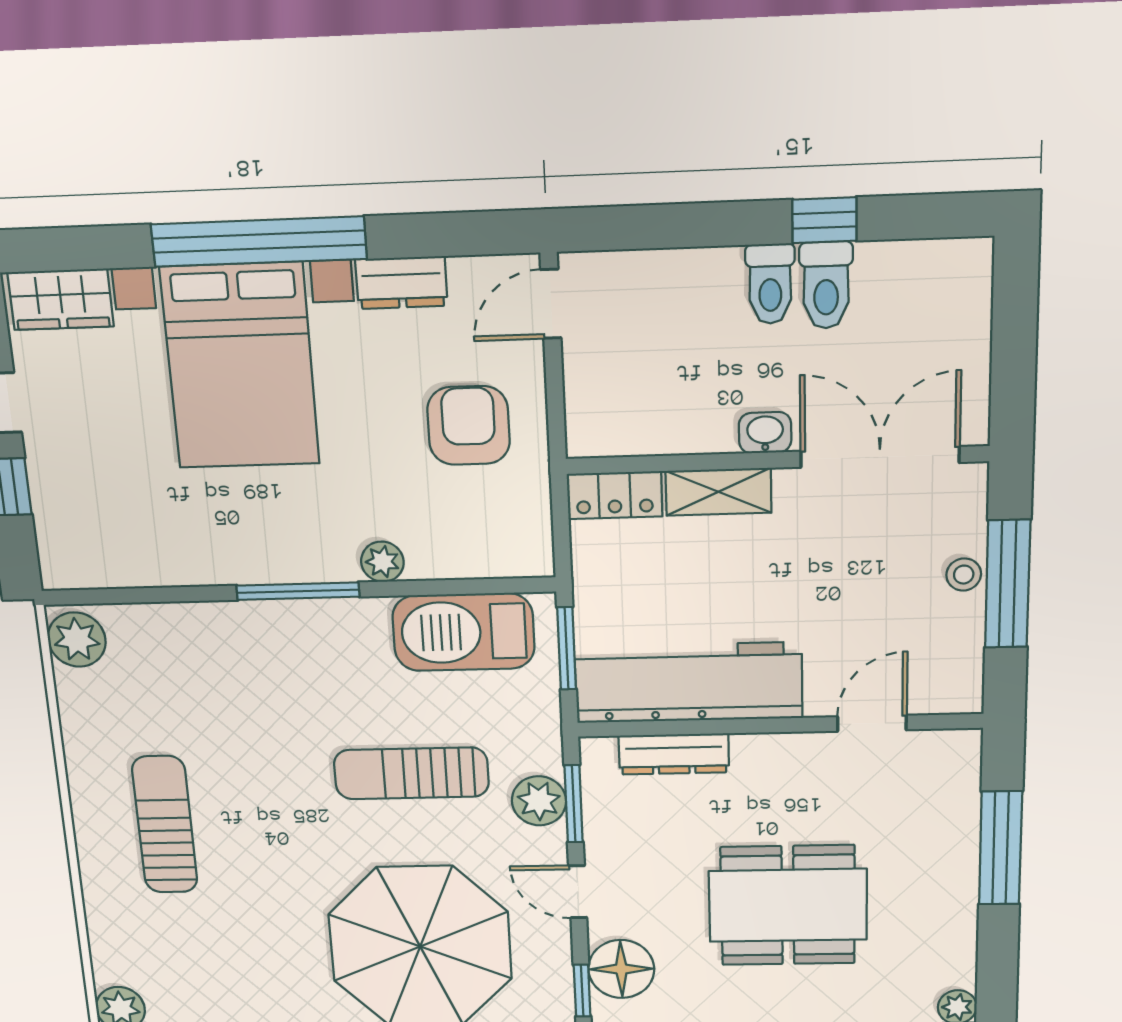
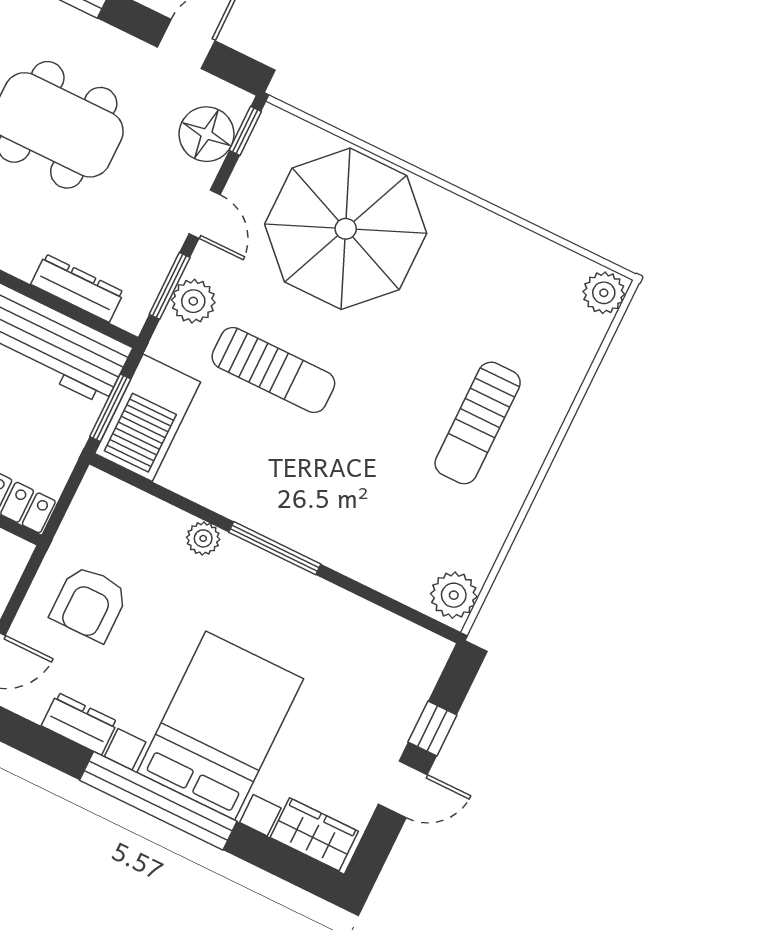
barbecue: (464, 632) -> (148, 418), moved, turned 90

